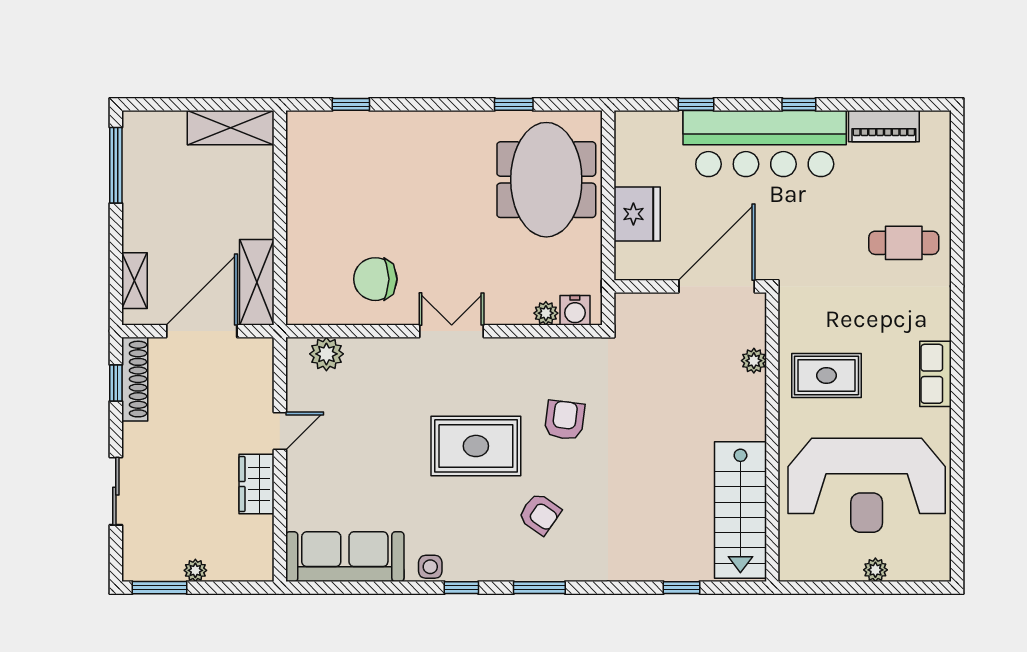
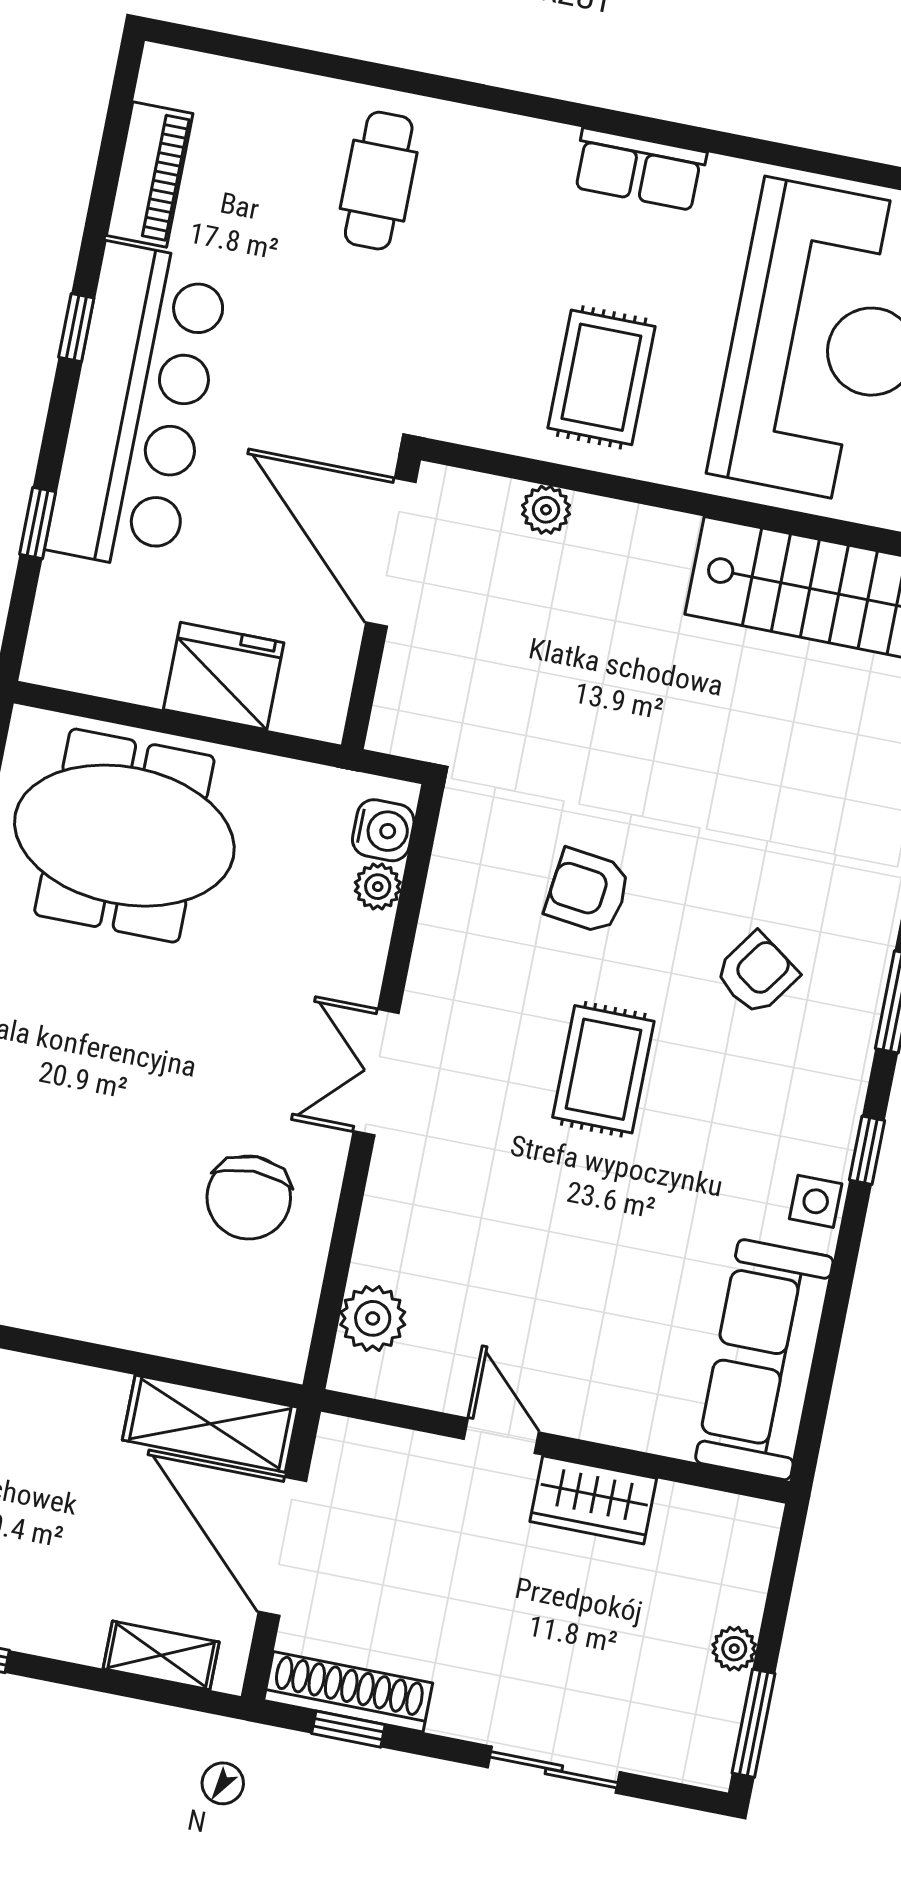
rug: (476, 446) -> (603, 1069), width x0.73, depth x0.70

